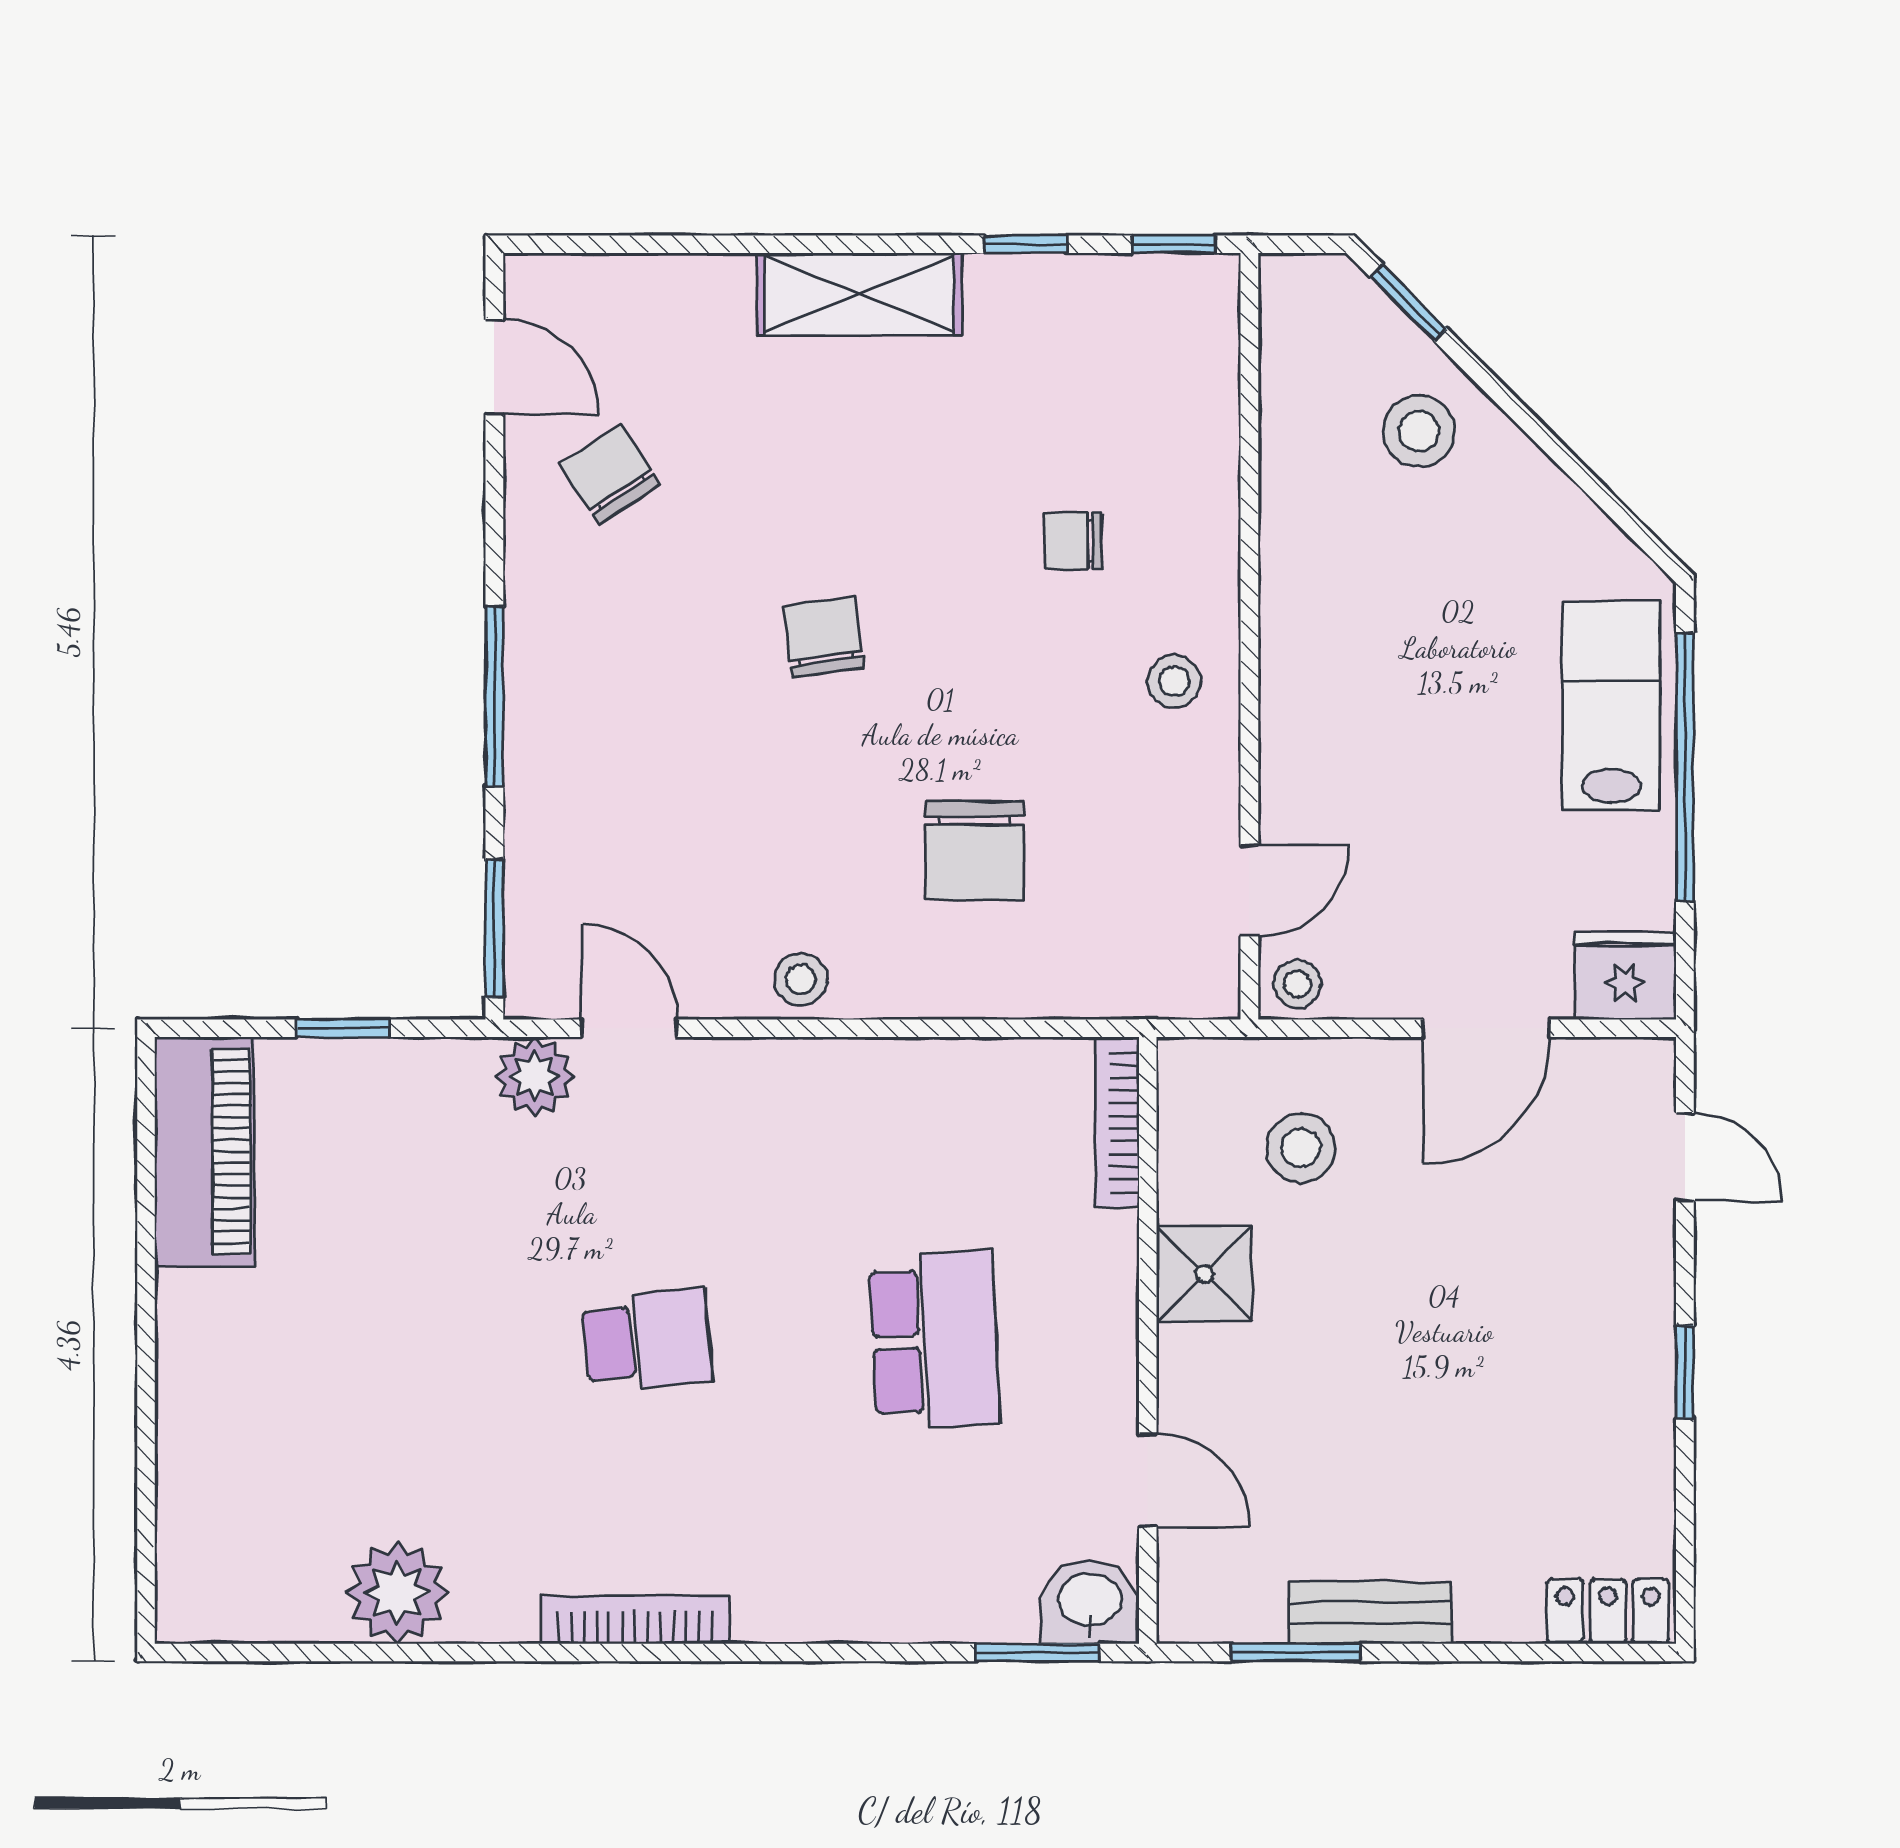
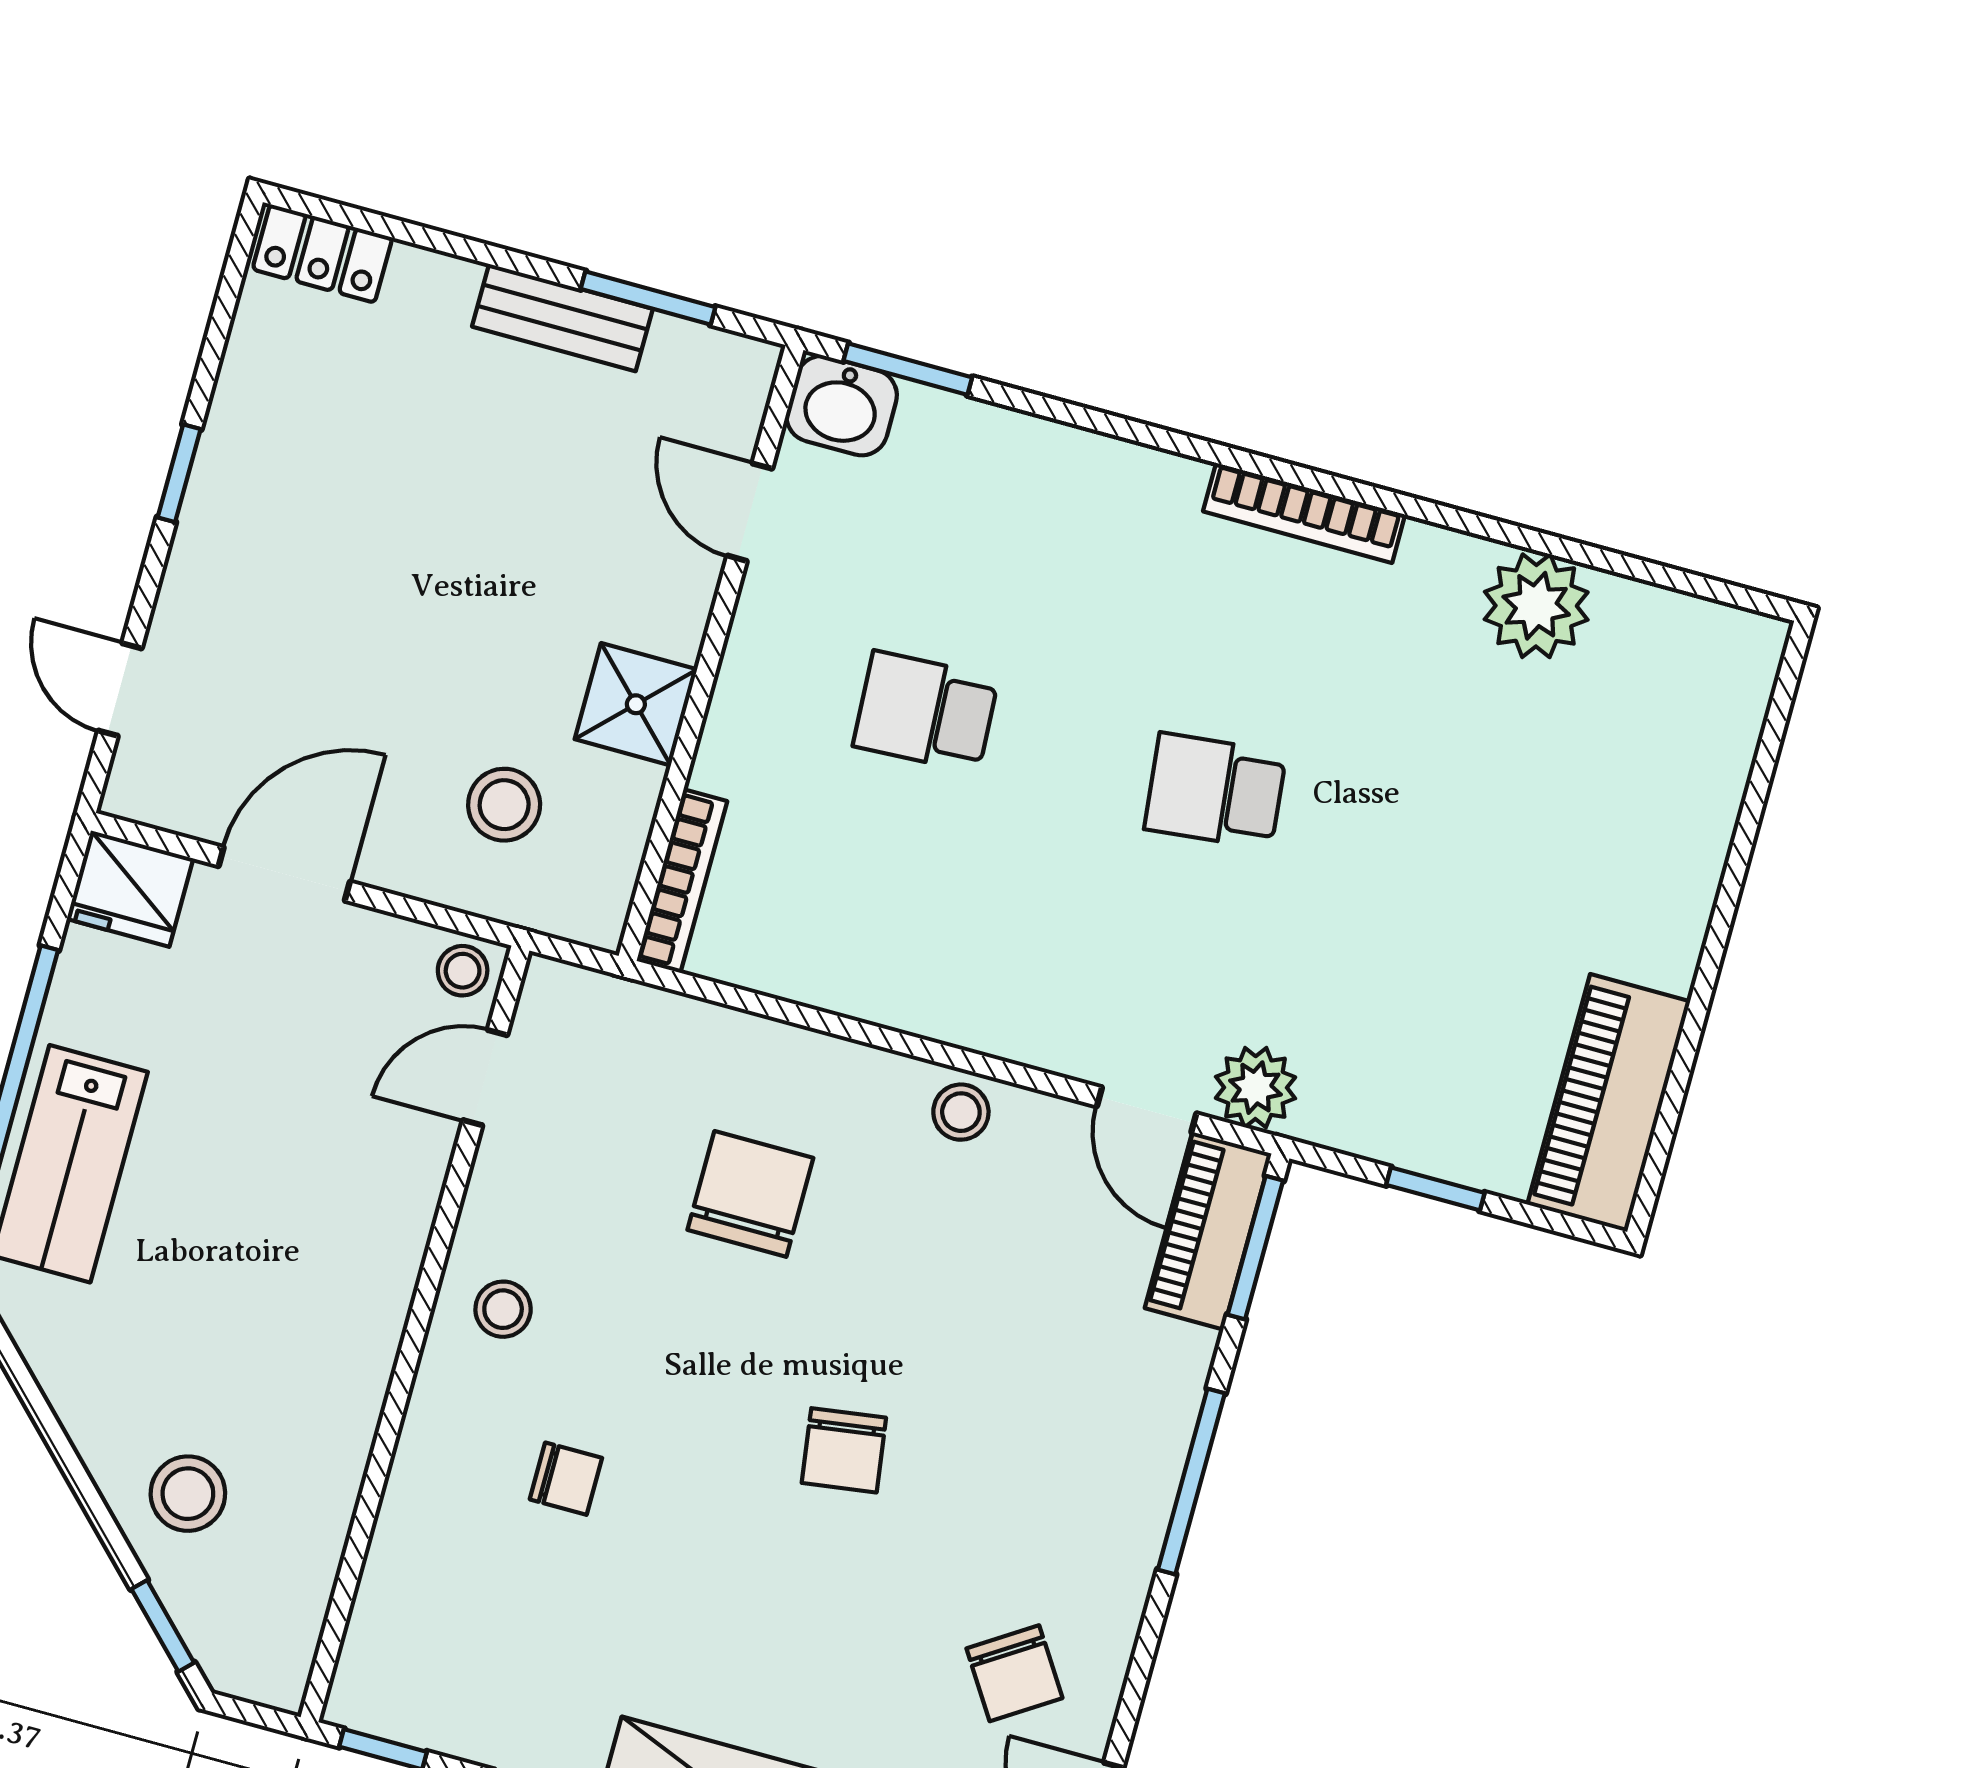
piano: (542, 932) -> (1208, 1231), added
school desk: (934, 1340) -> (926, 712), width x0.54

